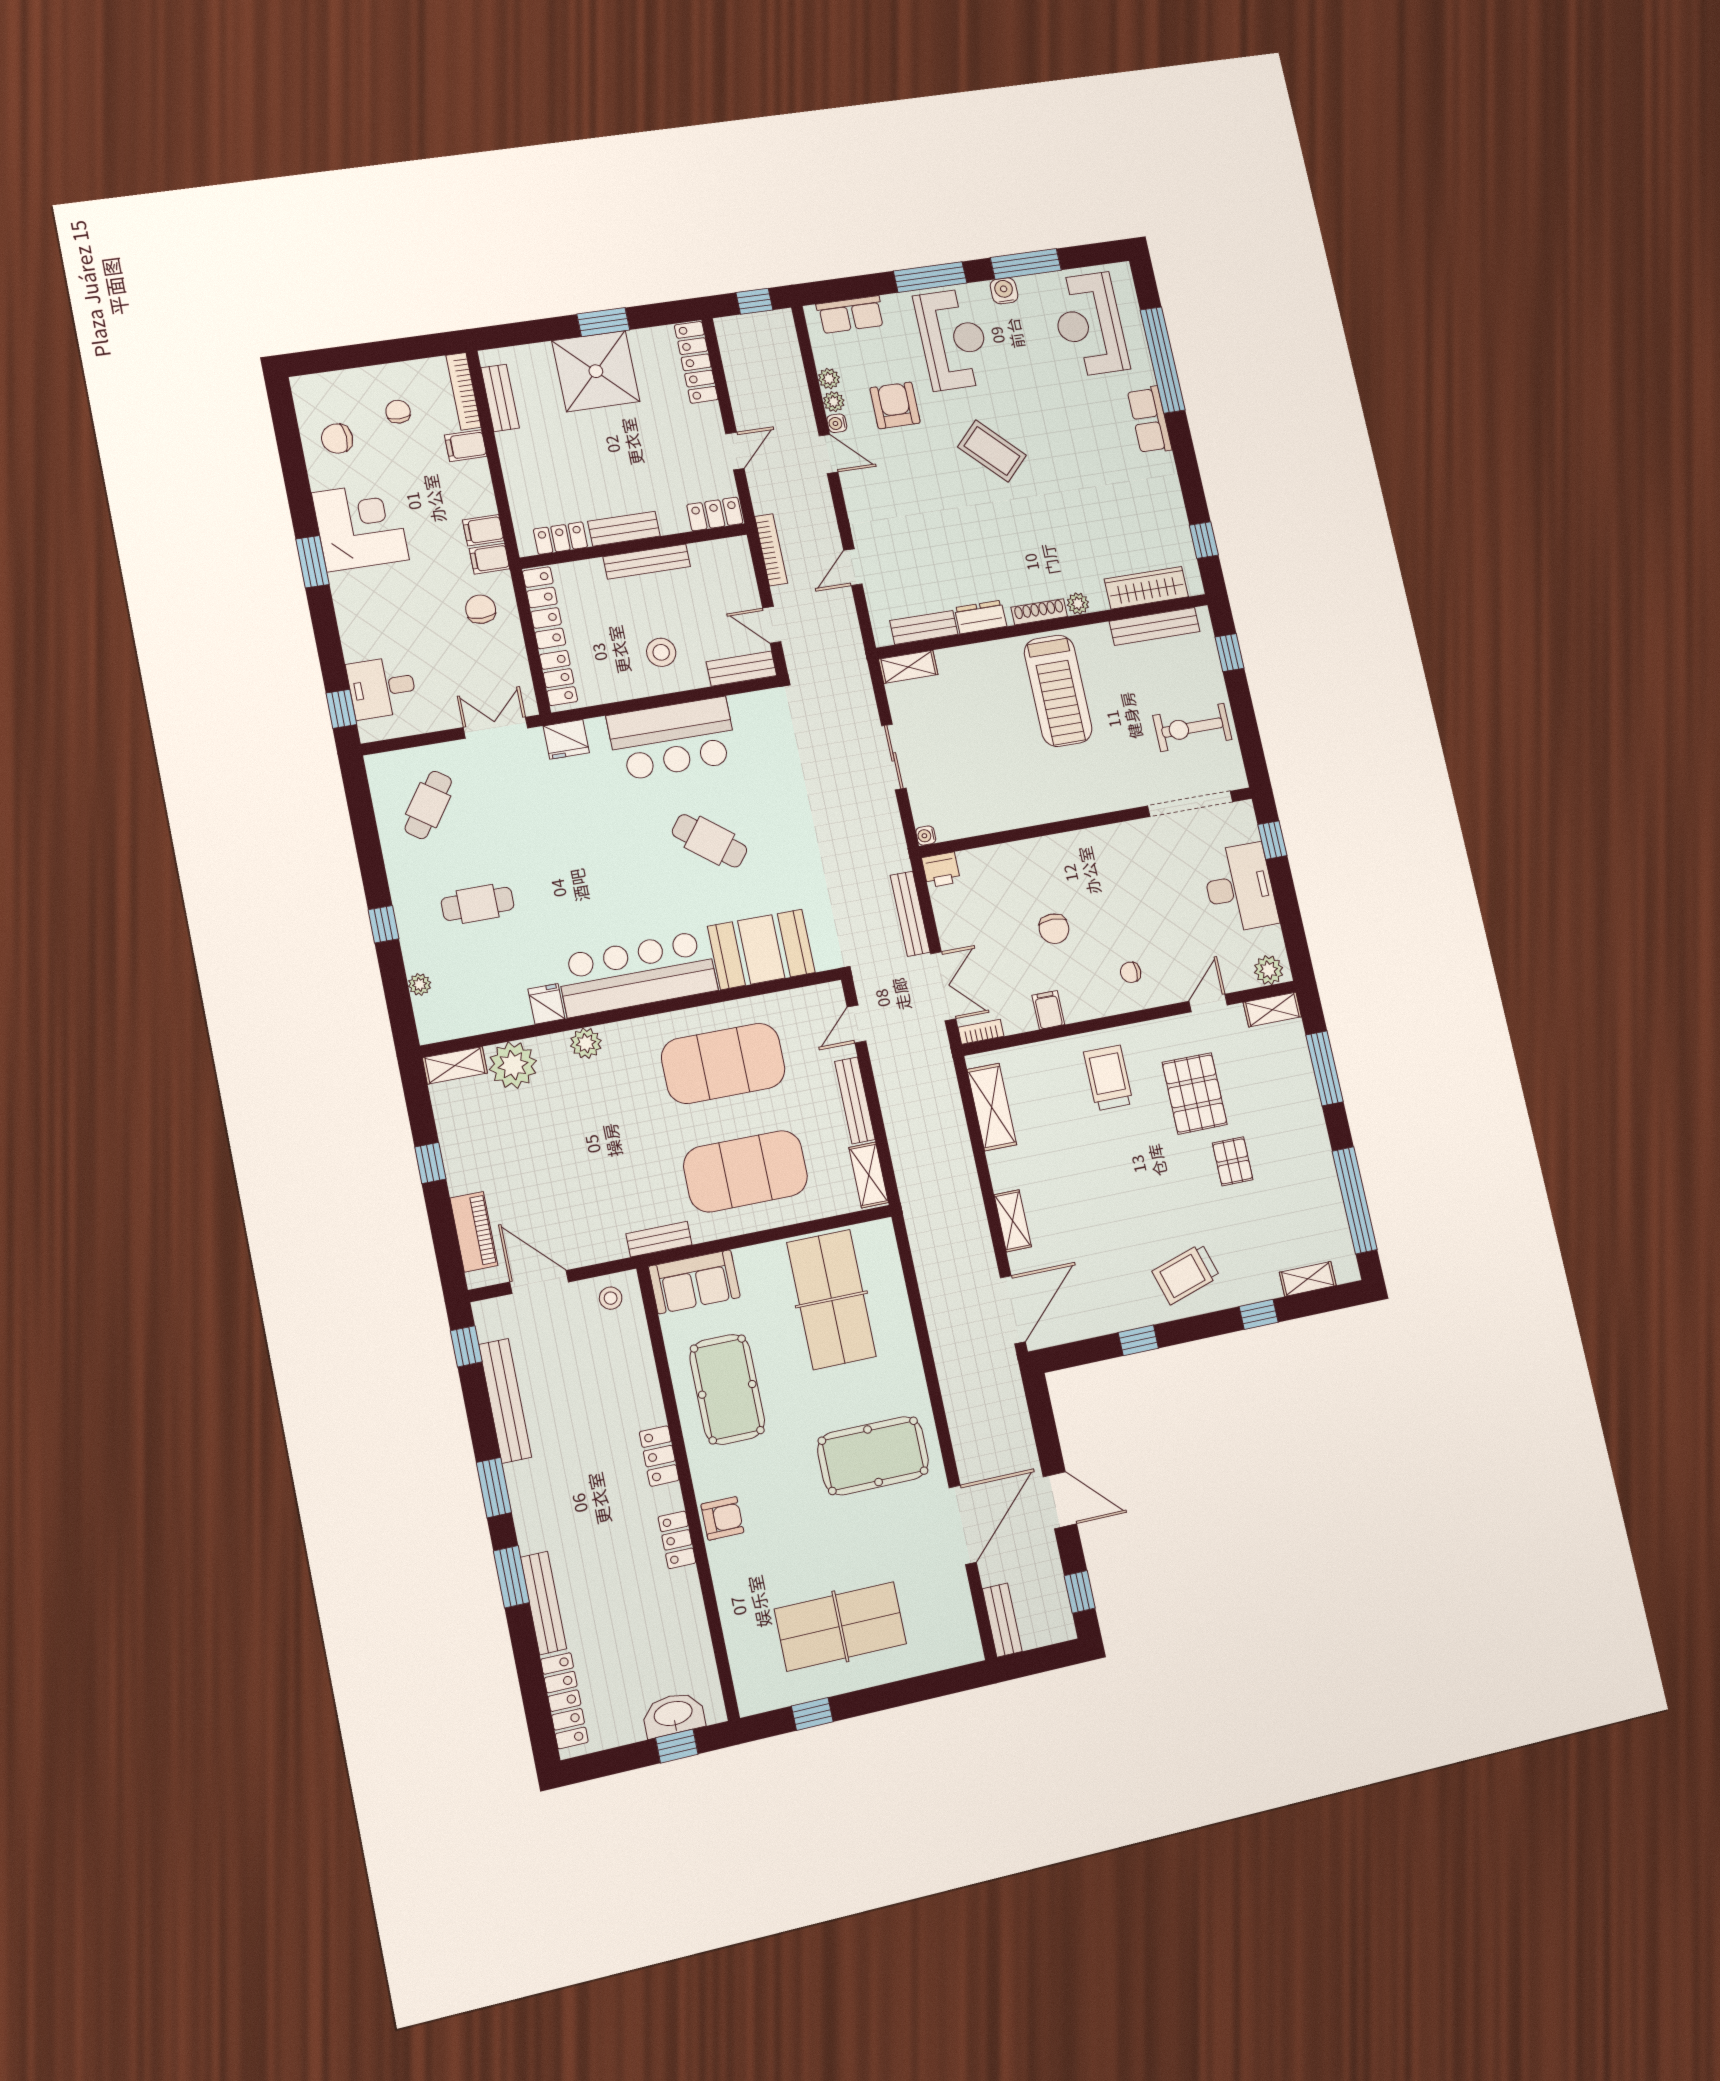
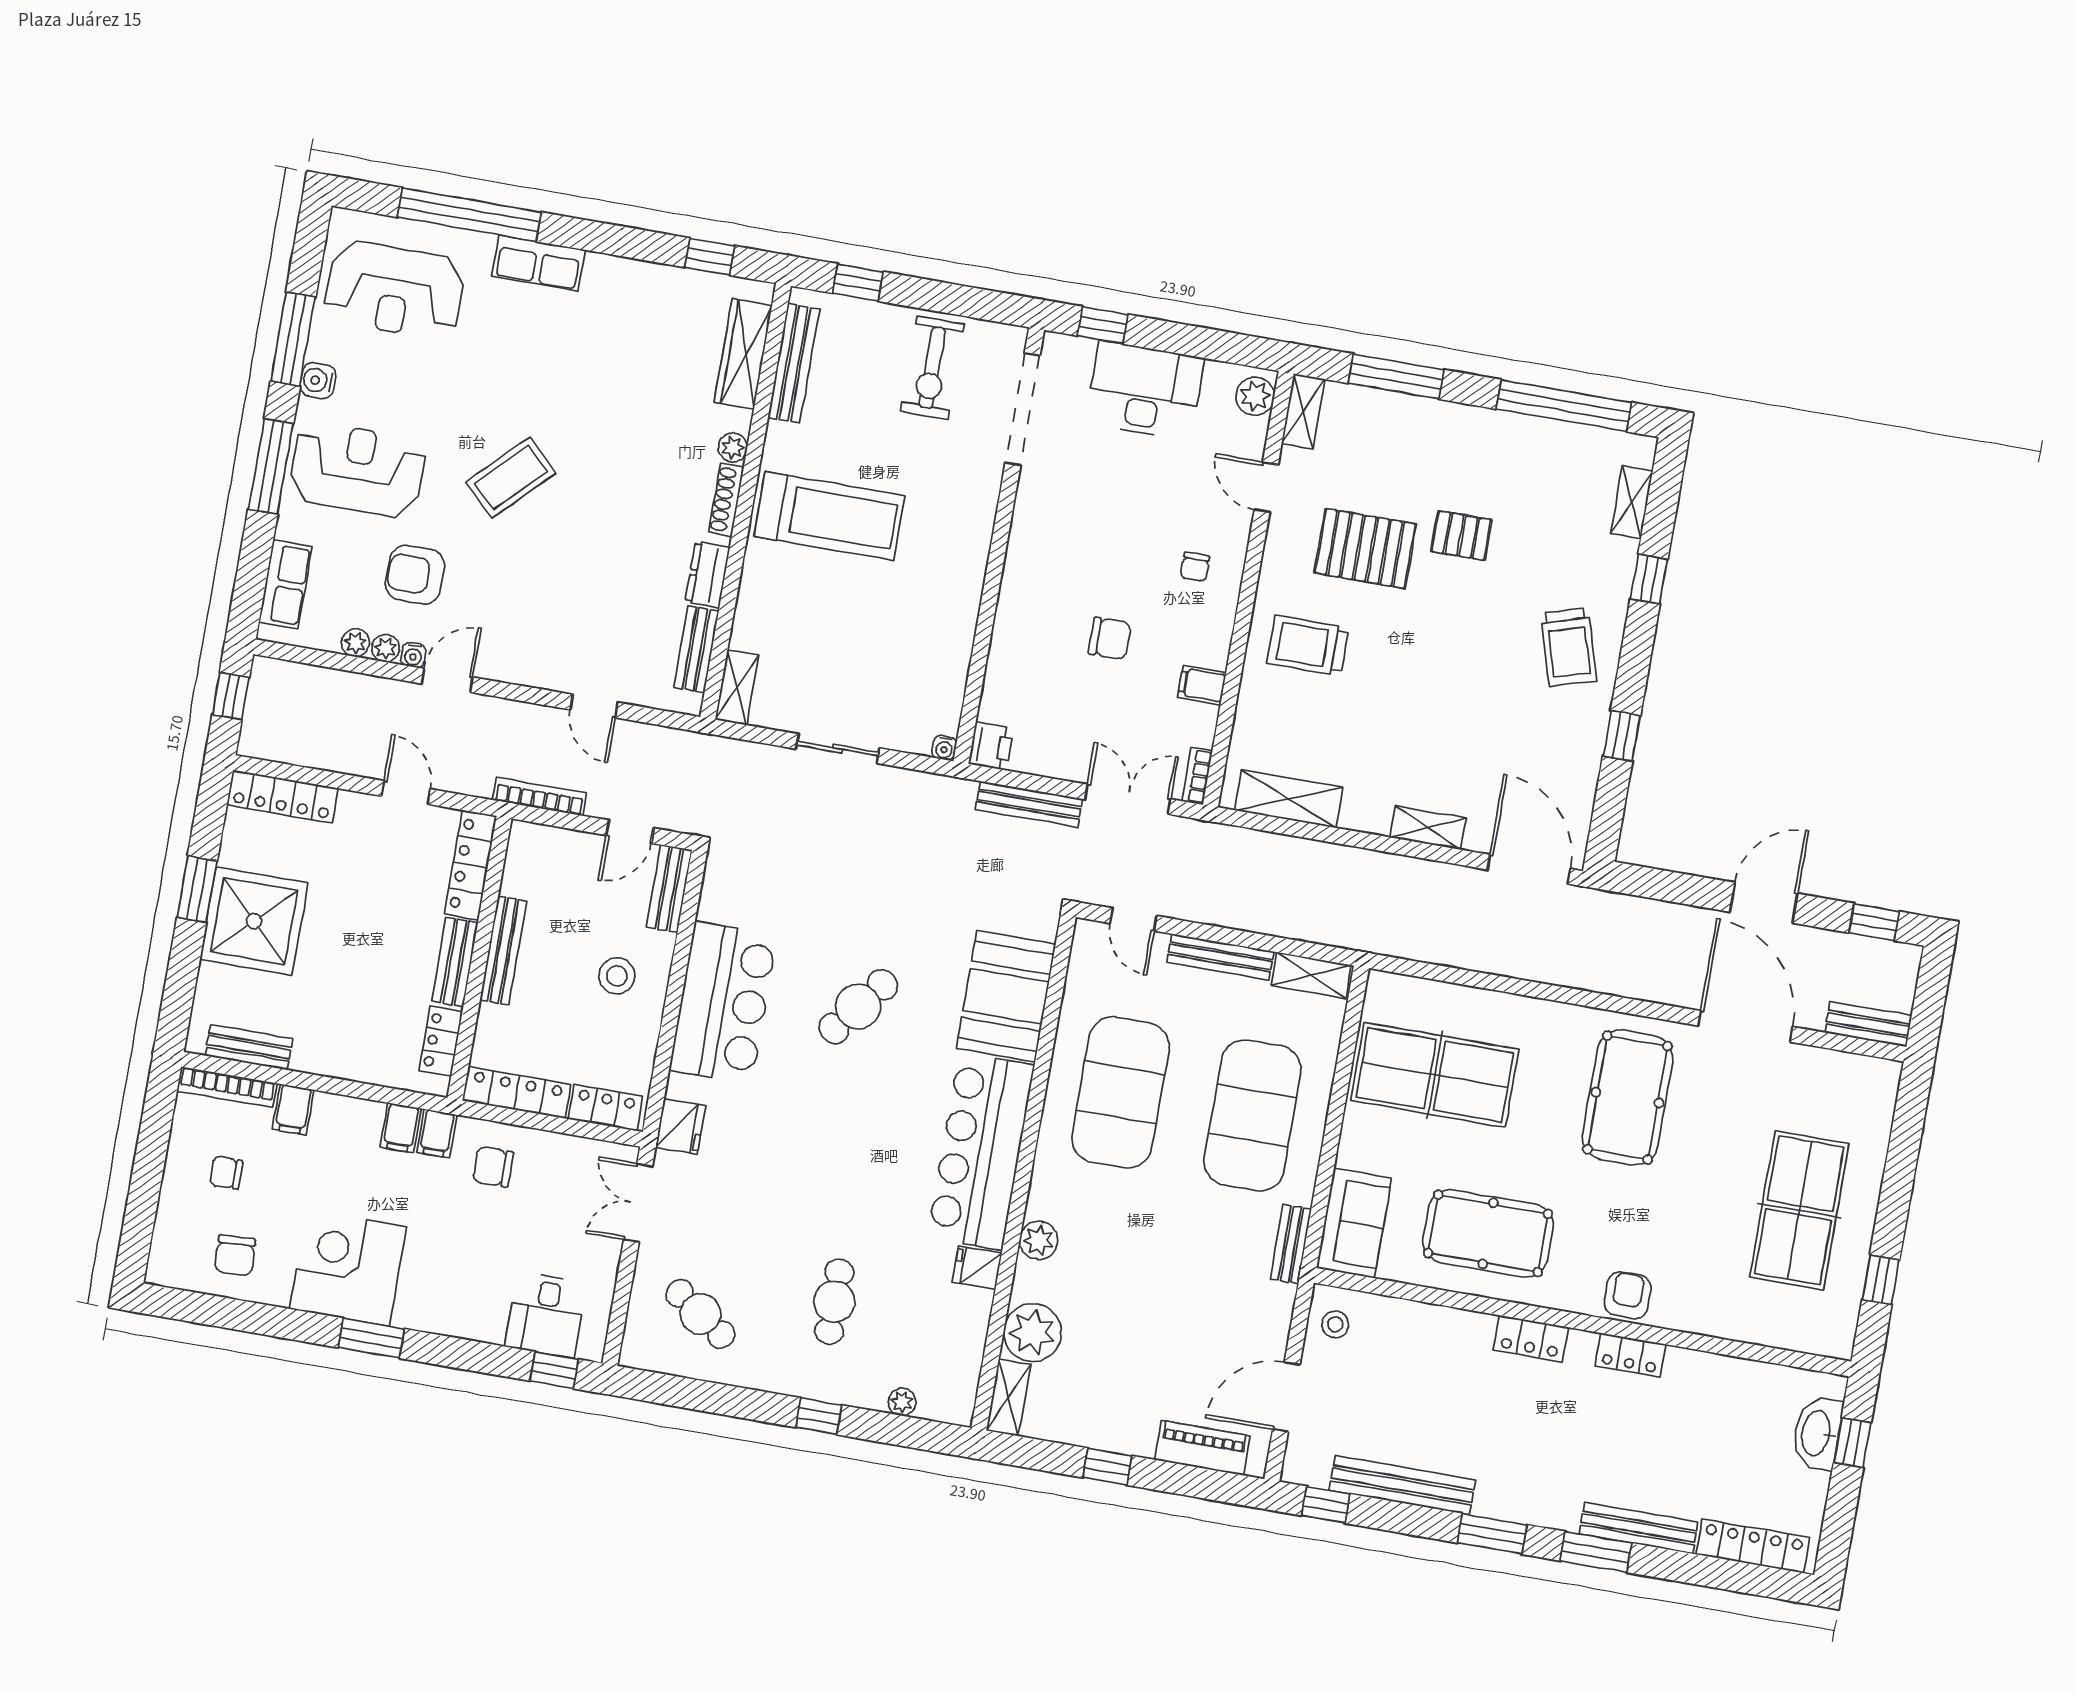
locker: (715, 514) -> (471, 865), width x1.53

